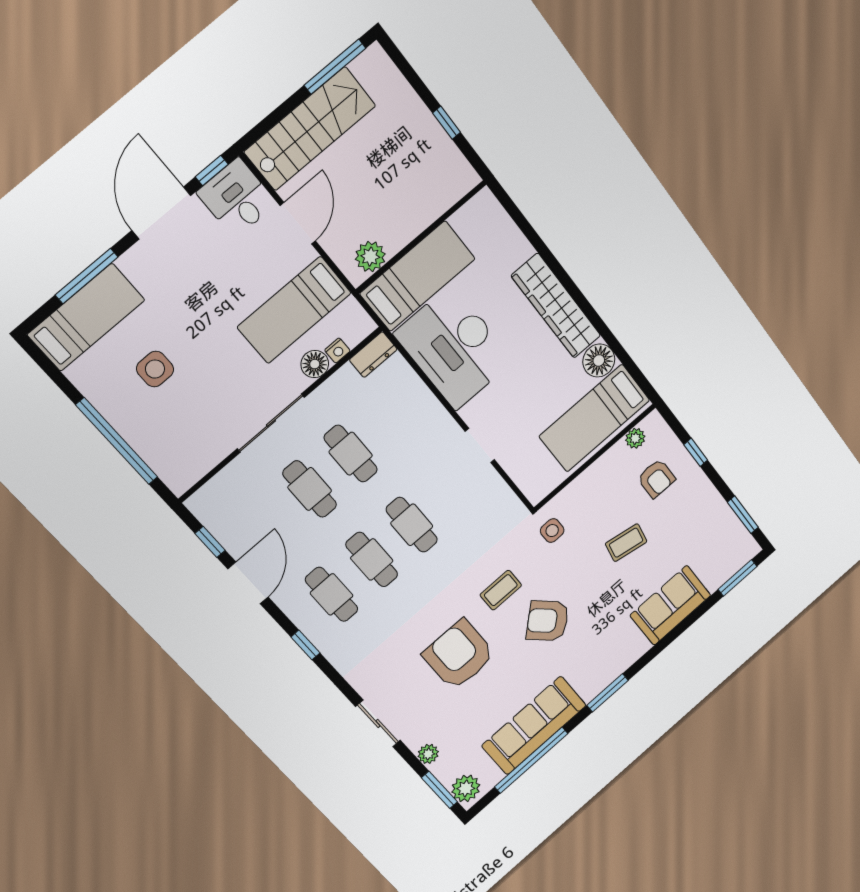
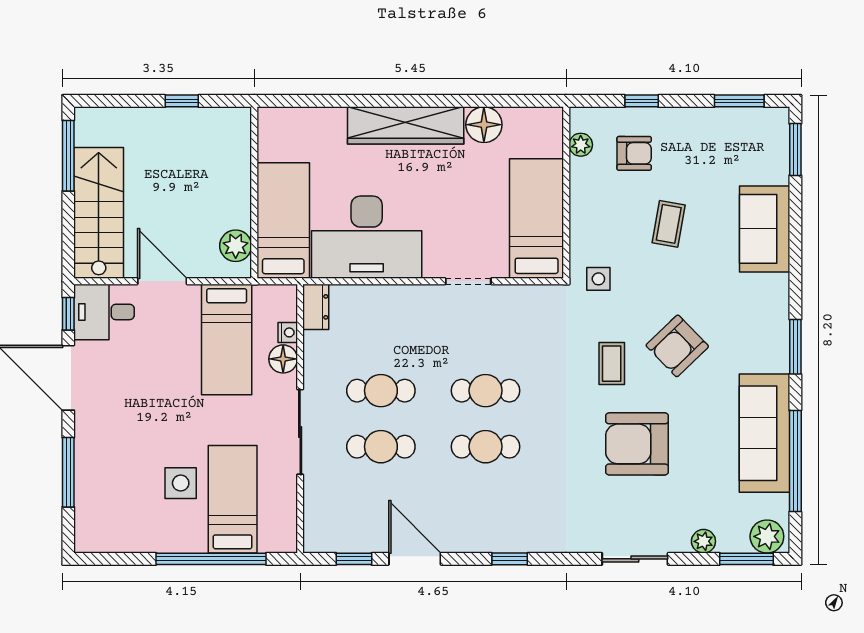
bed: (86, 317) -> (233, 499), moved
bed: (595, 418) -> (537, 219), moved, turned 180
cafe table: (332, 594) -> (486, 503), removed

